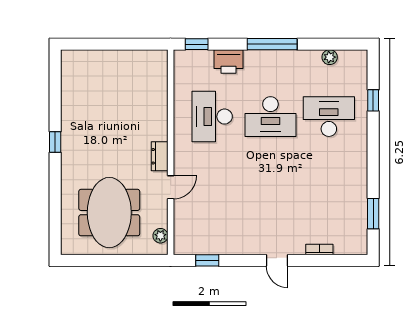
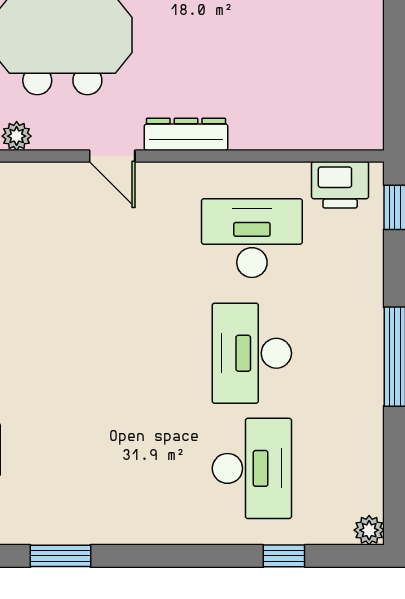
plant: (330, 57) -> (369, 530), moved
printer: (229, 61) -> (340, 185), moved, turned -90
dresser: (160, 156) -> (186, 134), width x1.44

